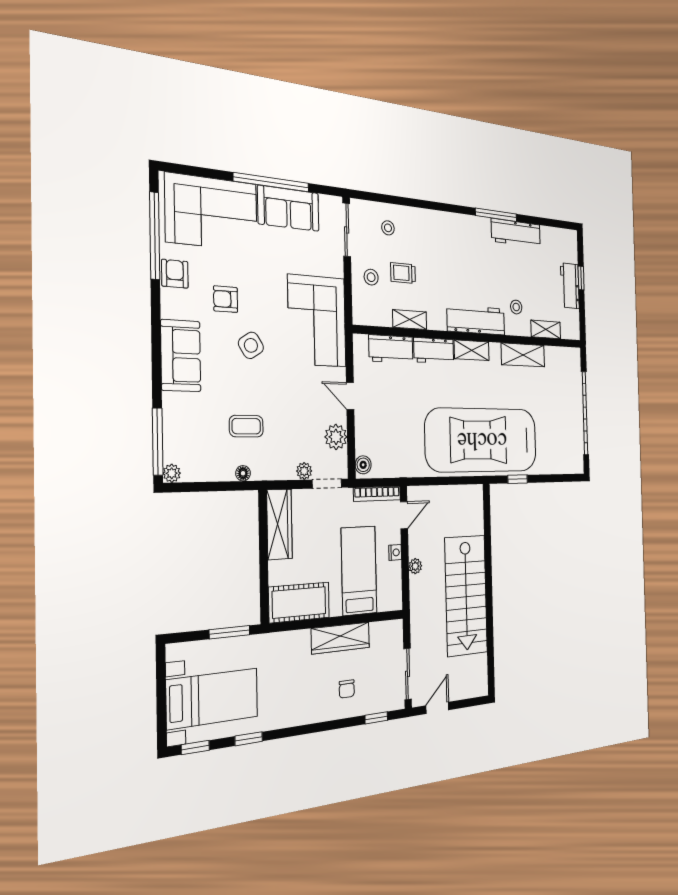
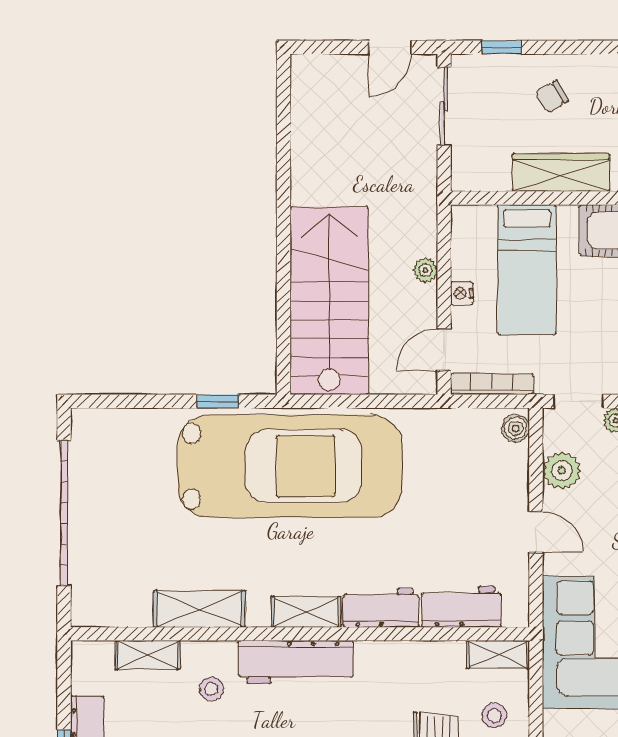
shelving: (410, 320) -> (498, 655), moved
stairs: (466, 595) -> (329, 301), moved
chair: (347, 689) -> (552, 97), turned -120

